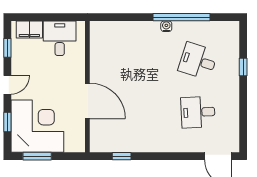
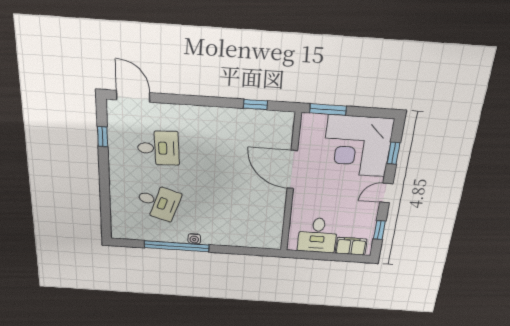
window: (243, 67) -> (103, 137), moved
window: (37, 156) -> (328, 109), moved

